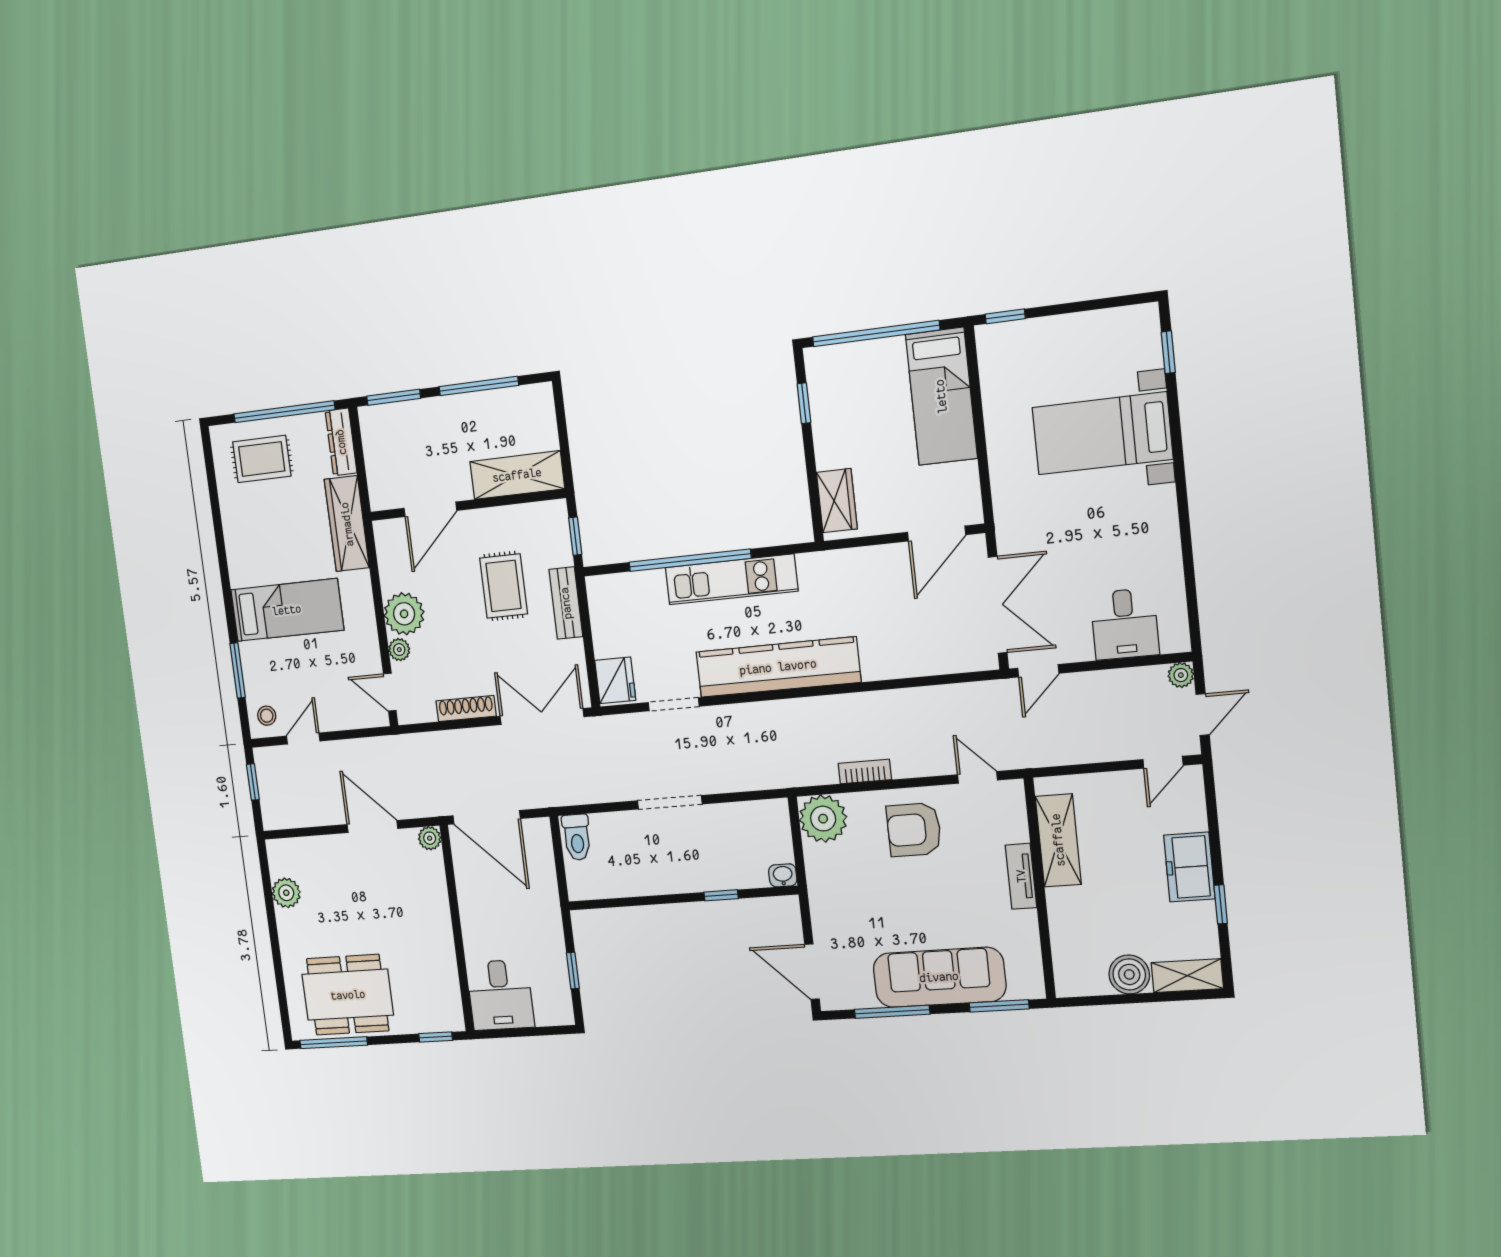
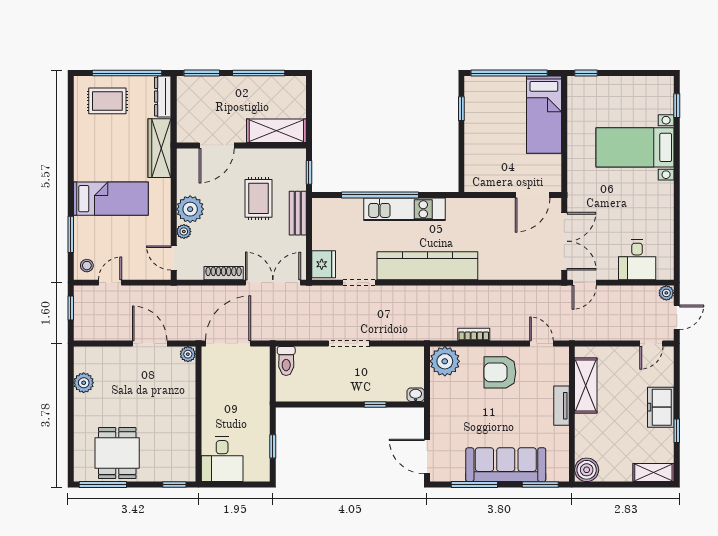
wardrobe: (837, 501) -> (475, 169), removed
door: (487, 817) -> (228, 344), swing flipped
boiler: (1129, 974) -> (587, 470), moved
dining table: (348, 995) -> (117, 453), width x0.73

